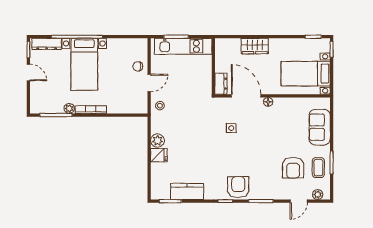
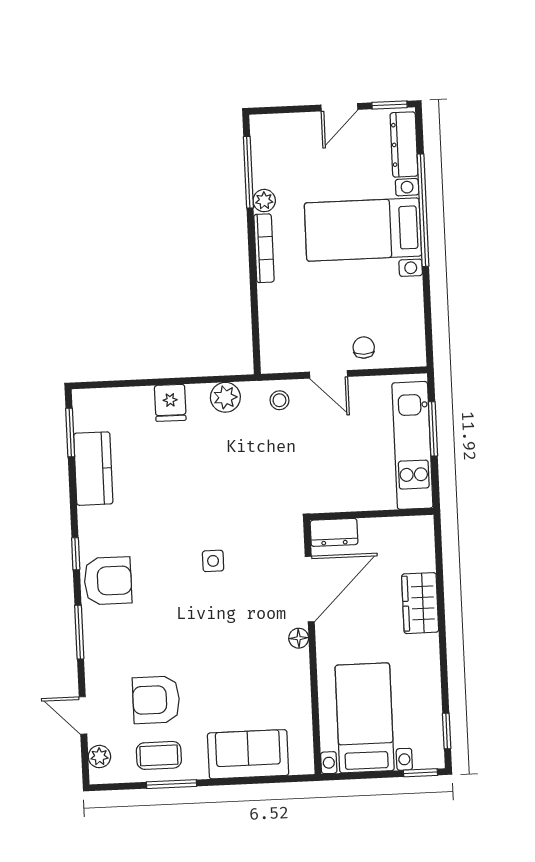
side table: (231, 128) -> (213, 561), moved
plant: (157, 141) -> (225, 397), moved

